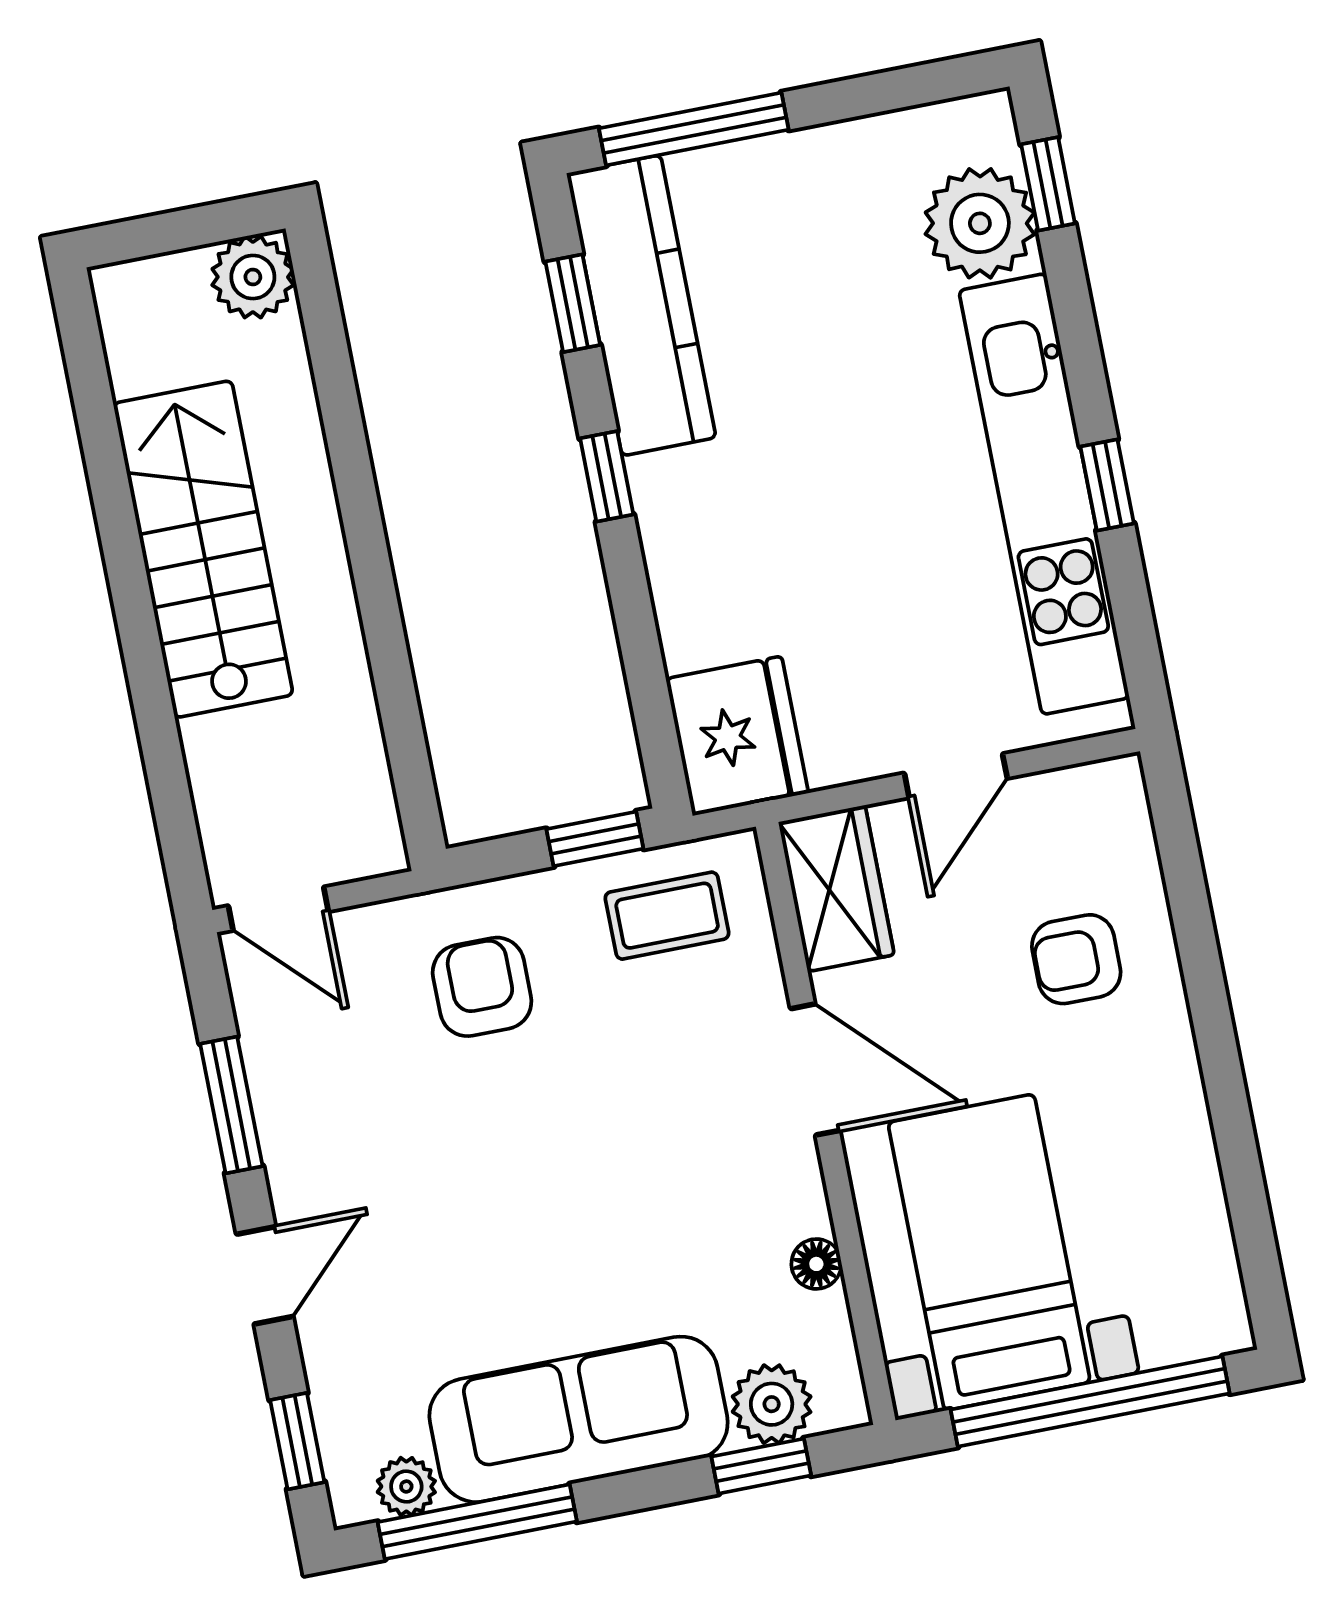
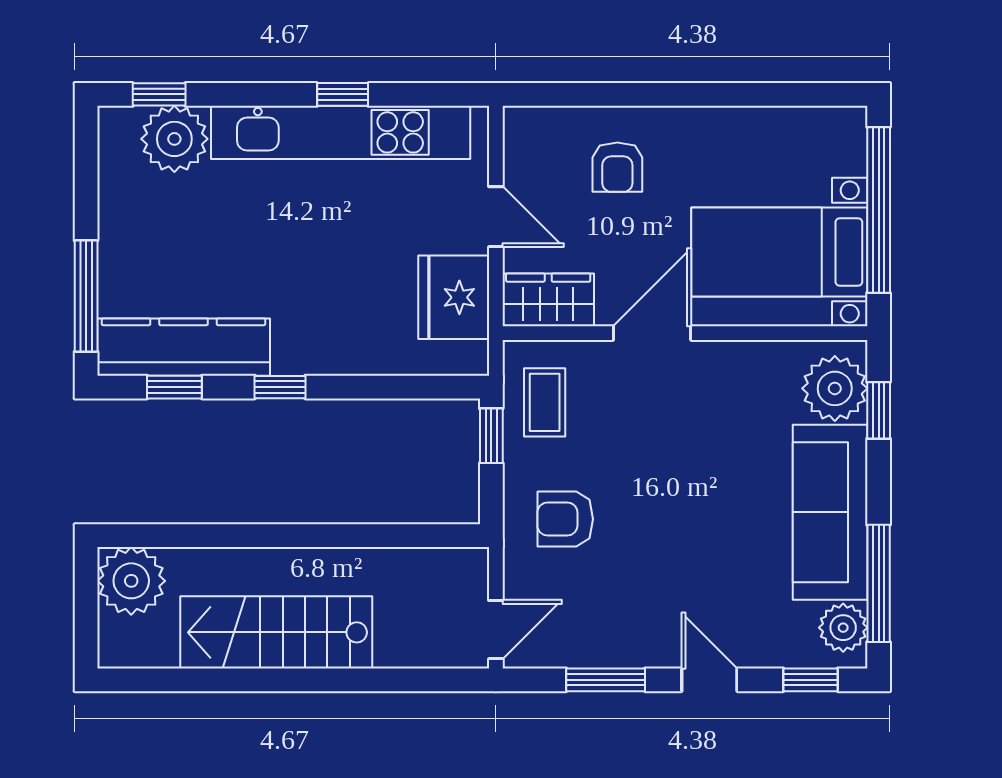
plant: (253, 277) -> (131, 581), width x1.36, depth x1.36
fridge: (737, 736) -> (454, 297), moved, turned -90
floor lamp: (816, 1264) -> (766, 355), removed
plant: (772, 1404) -> (835, 388), width x1.36, depth x1.36
plant: (406, 1487) -> (843, 628), width x1.38, depth x1.38

